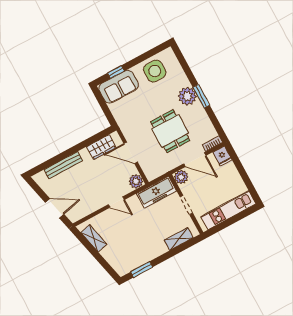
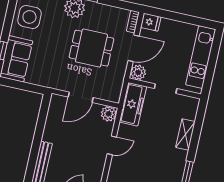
wardrobe: (101, 147) -> (54, 118), removed
shelving: (179, 239) -> (185, 134), moved

